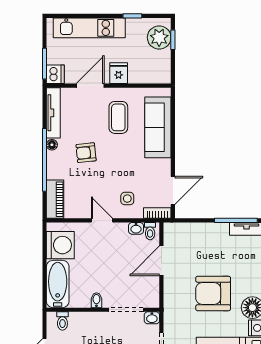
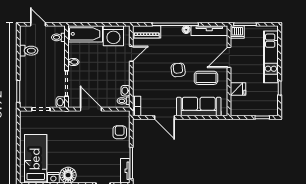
plant: (159, 37) -> (264, 107), removed
fridge: (119, 73) -> (238, 89), moved
door: (90, 86) -> (229, 57), swing flipped
armchair: (86, 153) -> (178, 70), moved
door: (173, 190) -> (164, 117), moved
side table: (127, 199) -> (147, 84), removed
door: (102, 220) -> (131, 54), moved
door: (161, 261) -> (91, 109), moved
armchair: (213, 293) -> (120, 132), moved, width x0.53, depth x0.53

